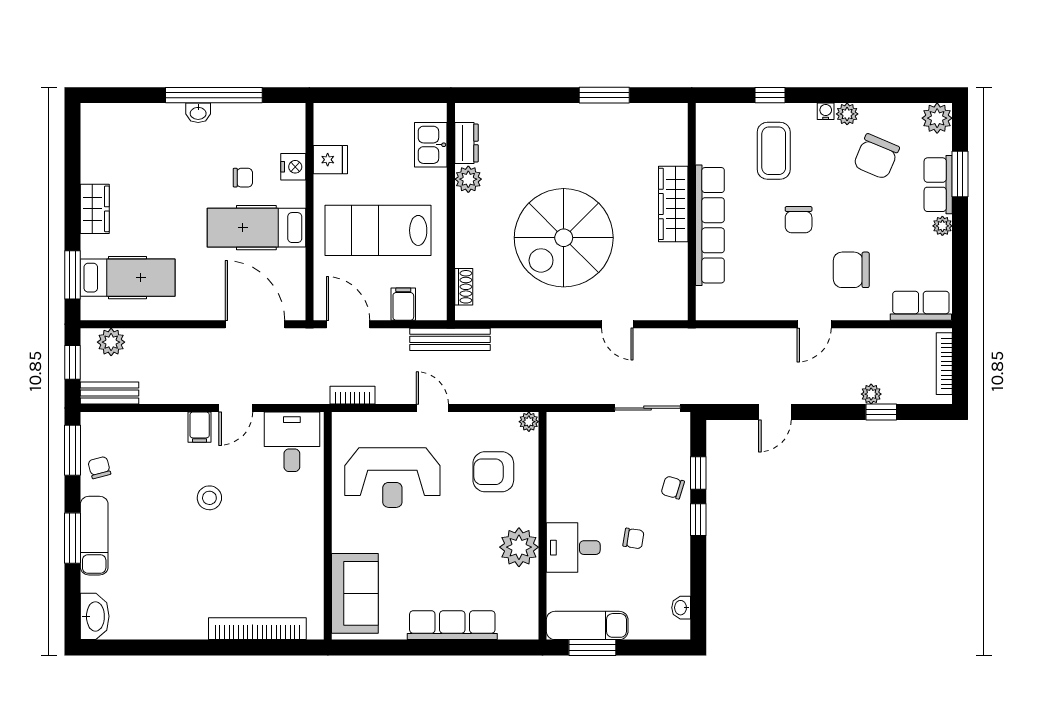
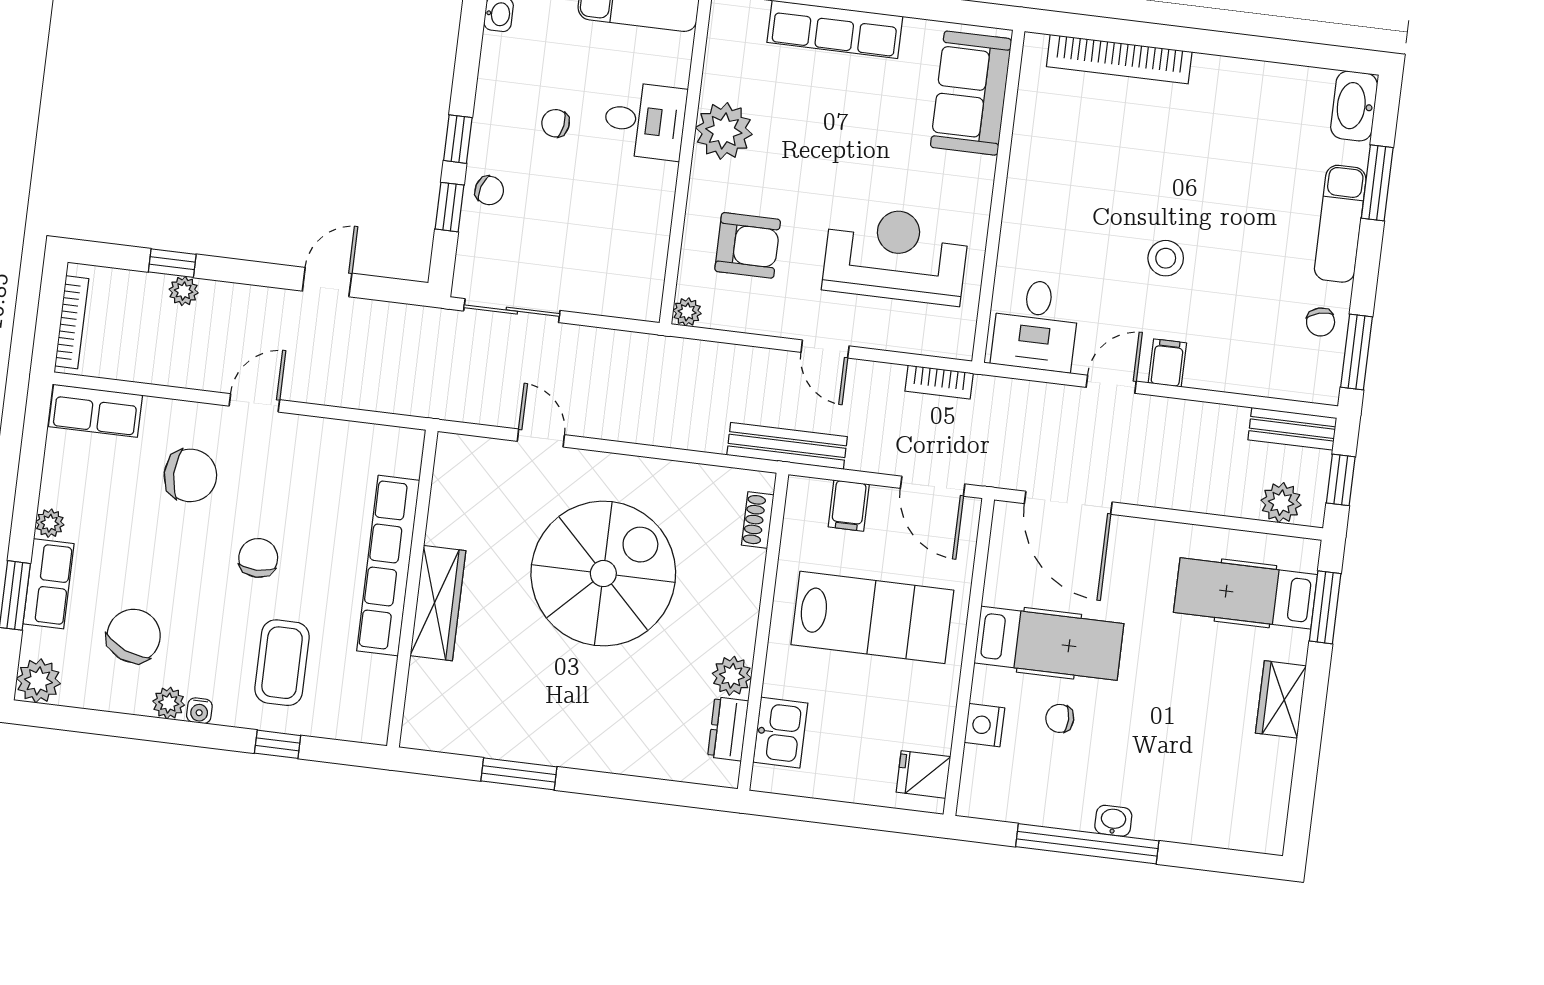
fridge: (330, 160) -> (923, 774), moved
window: (73, 538) -> (1377, 183), moved

